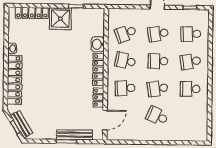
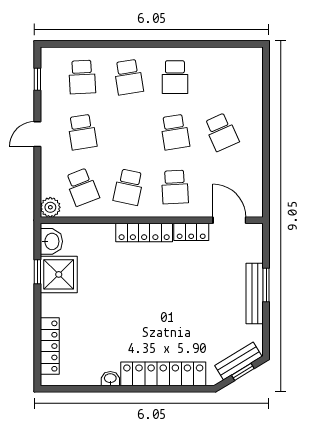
plant: (114, 14) -> (50, 207), added
shower: (60, 19) -> (59, 274), moved
washbasin: (98, 44) -> (51, 241), moved, turned -90
school desk: (158, 61) -> (129, 132), removed
school desk: (157, 116) -> (221, 132), turned -48
bench: (74, 135) -> (255, 293), moved

